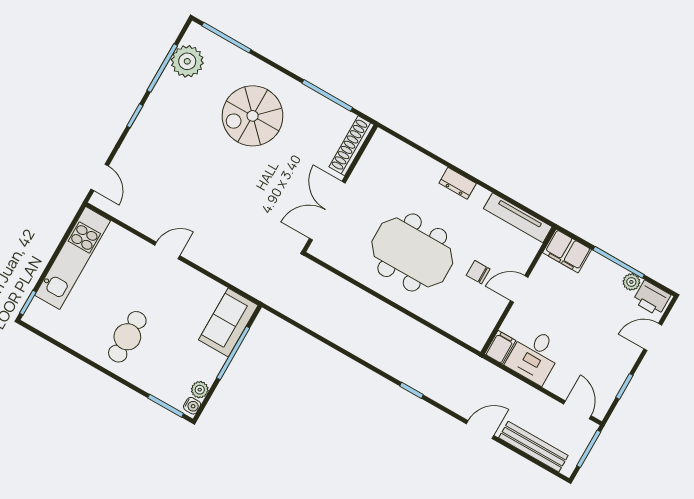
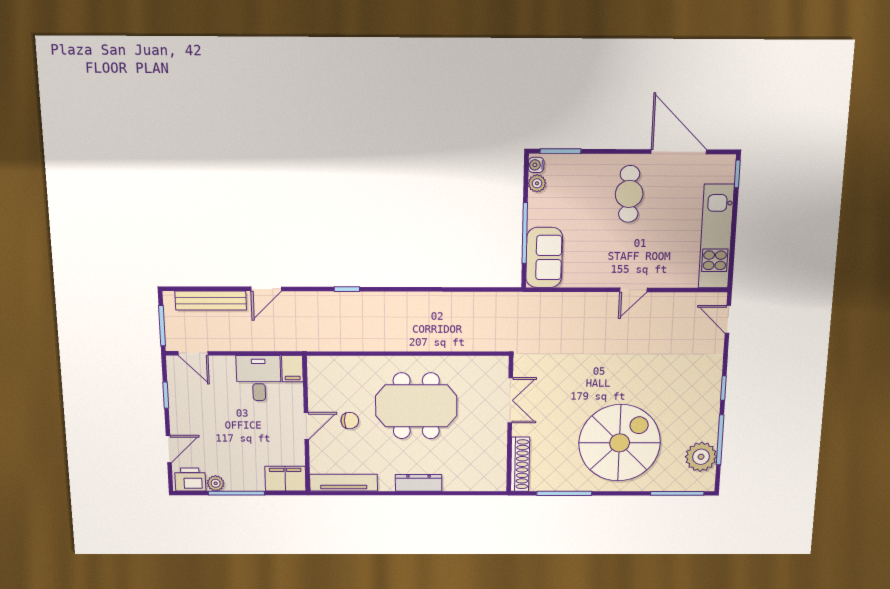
spiral stairs: (253, 116) -> (620, 443), width x1.37, depth x1.37
dresser: (458, 183) -> (419, 483), width x1.44
double door: (327, 211) -> (510, 400), width x0.73
door: (67, 349) -> (679, 152), added

